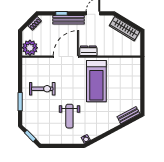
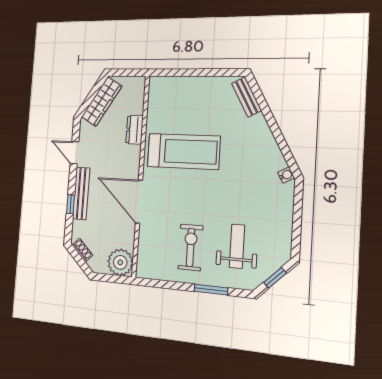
dresser: (88, 51) -> (135, 130), moved
weight bench: (69, 116) -> (237, 246), moved, turned -90

